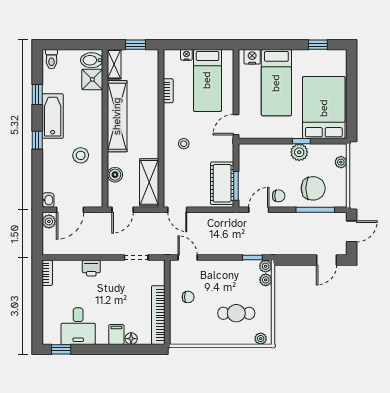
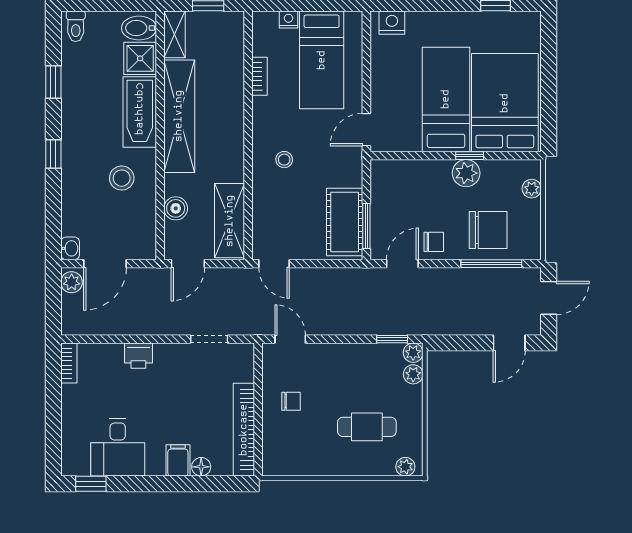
bed: (276, 83) -> (446, 99), moved, turned 180
bathtub: (53, 116) -> (140, 112), moved, turned 180

